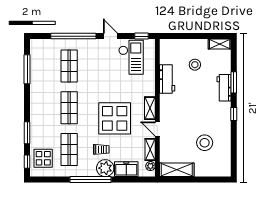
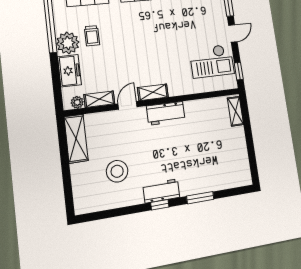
shelving: (220, 44) -> (235, 111), moved
stool: (195, 65) -> (215, 143), removed
workbench: (167, 79) -> (166, 113), moved
workbench: (224, 88) -> (161, 191), moved
display table: (115, 118) -> (134, 49), removed

